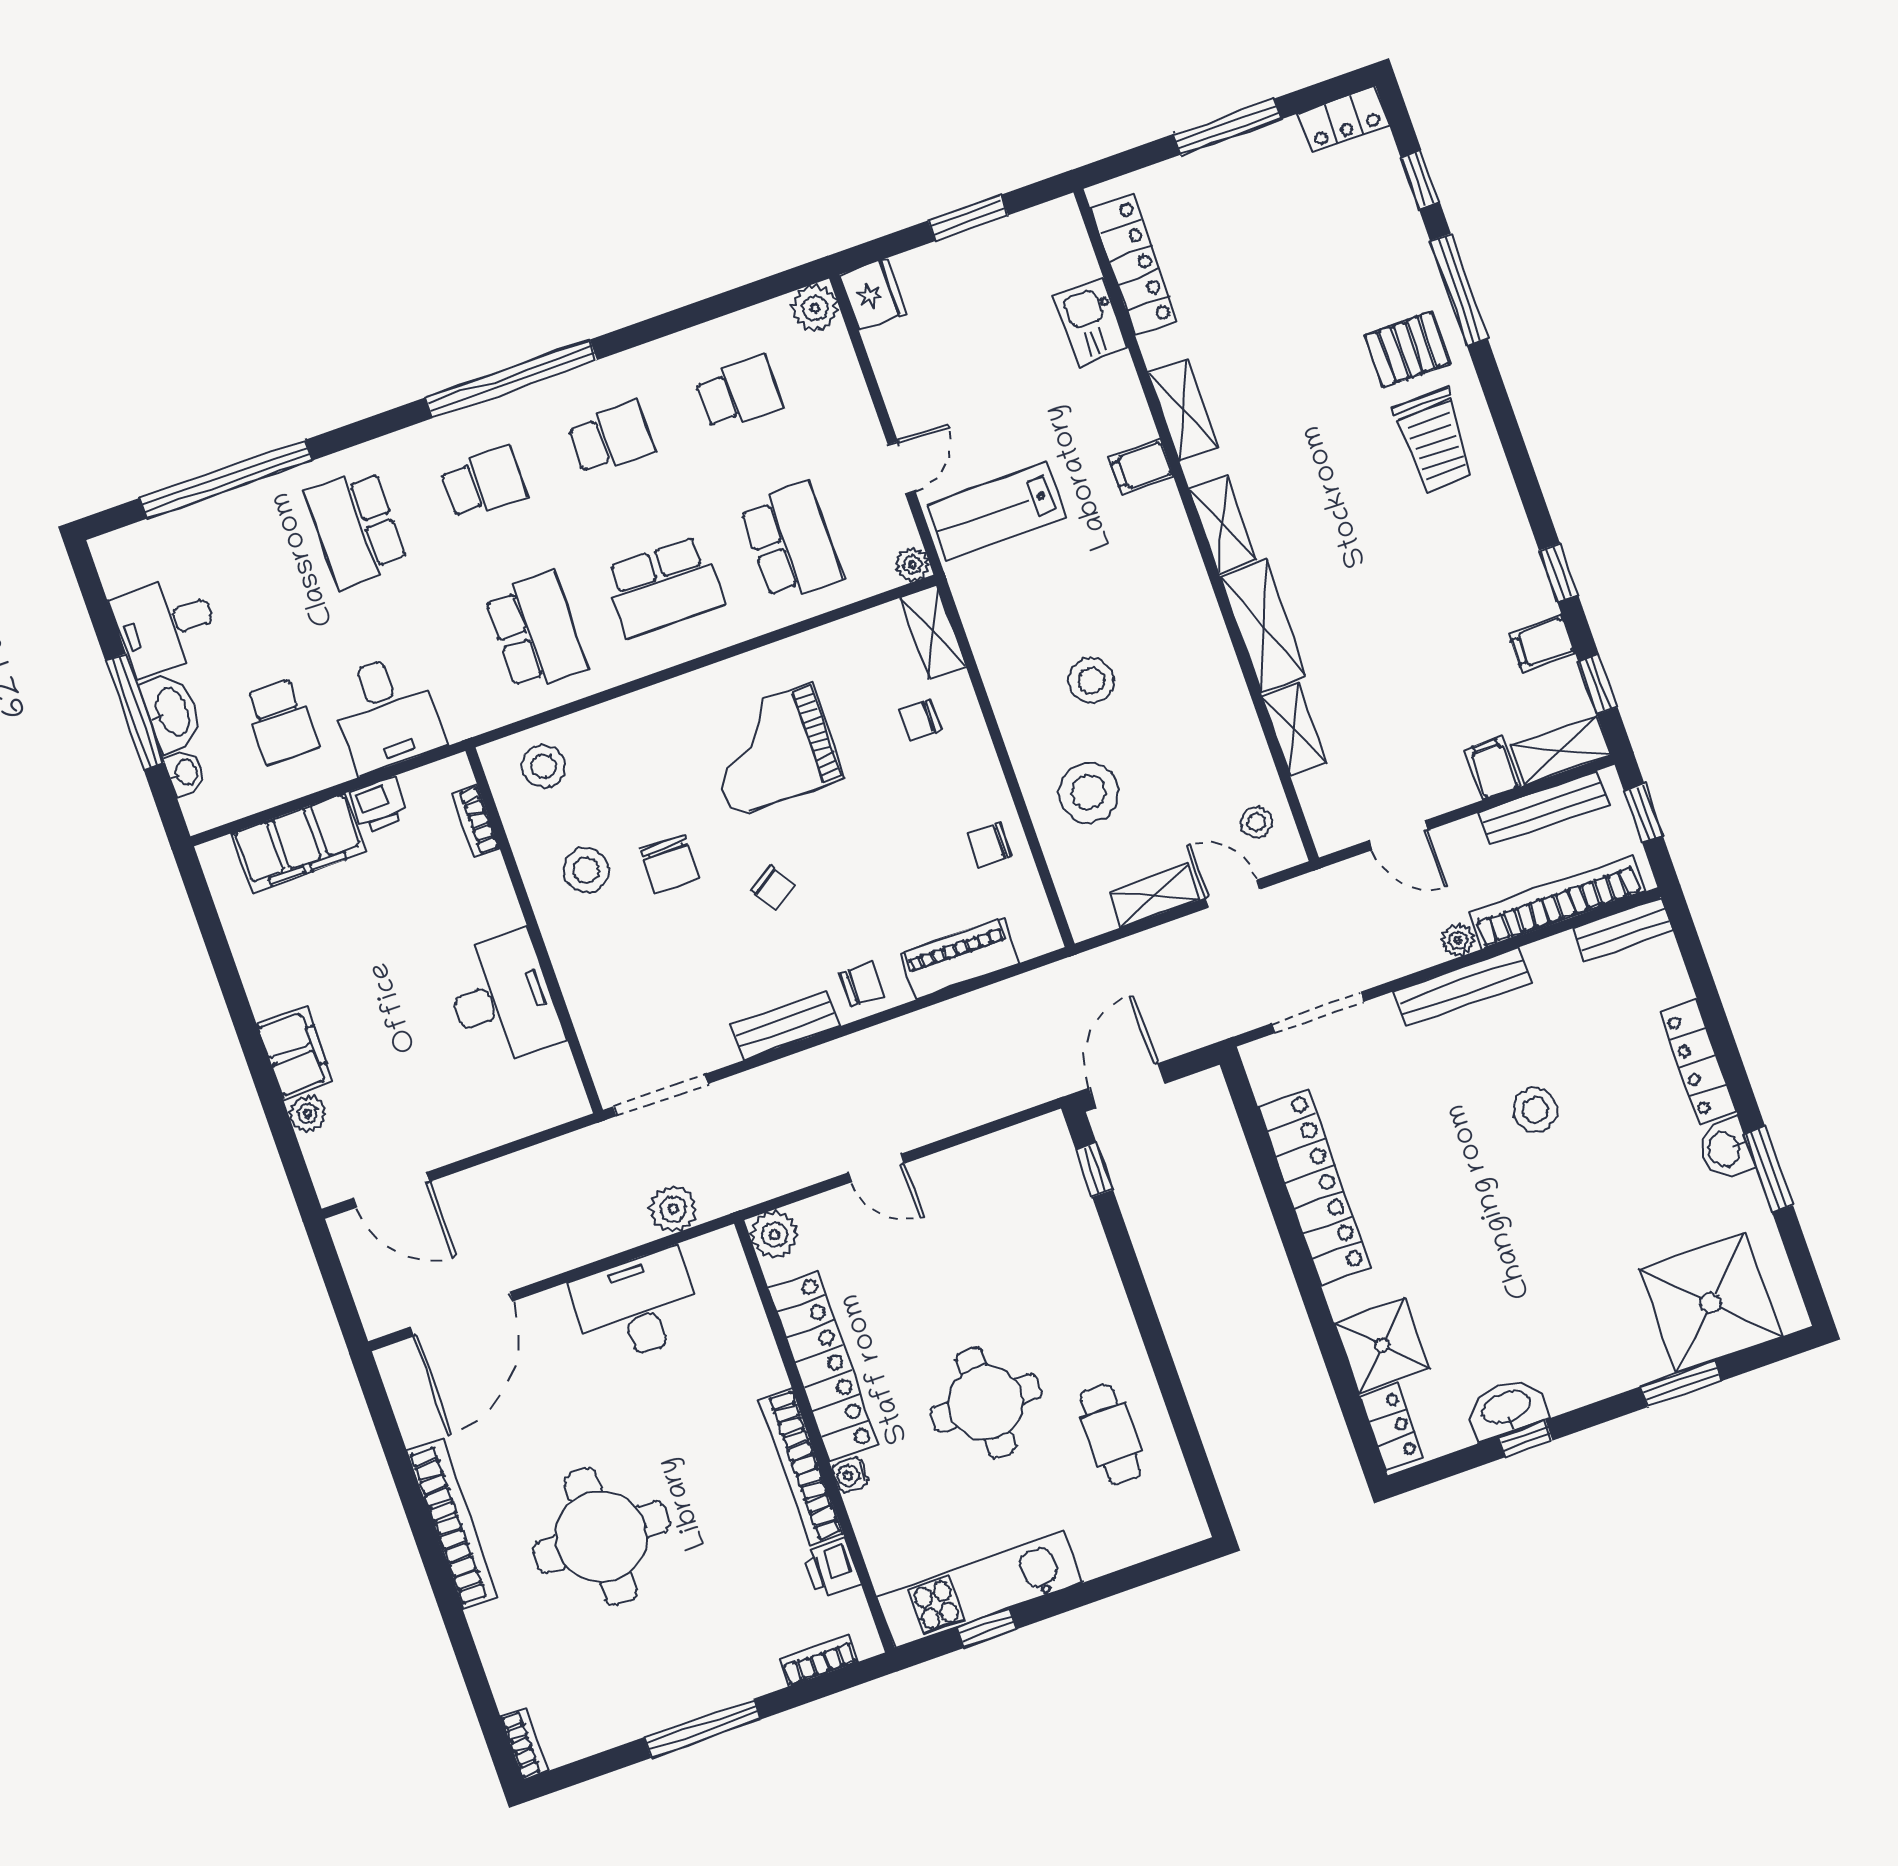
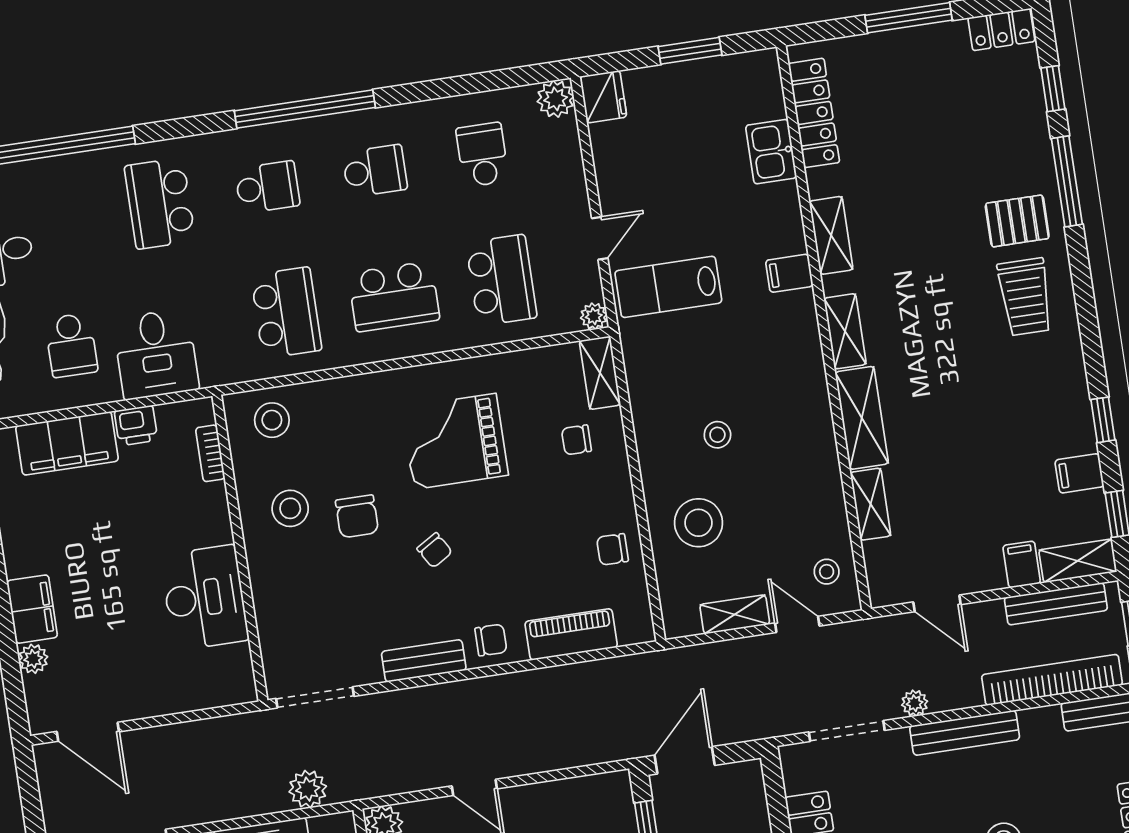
school desk: (739, 393) -> (482, 155), turned -90
stool: (1091, 681) -> (717, 435), width x0.73, depth x0.73
plant: (1458, 940) -> (915, 703), moved

